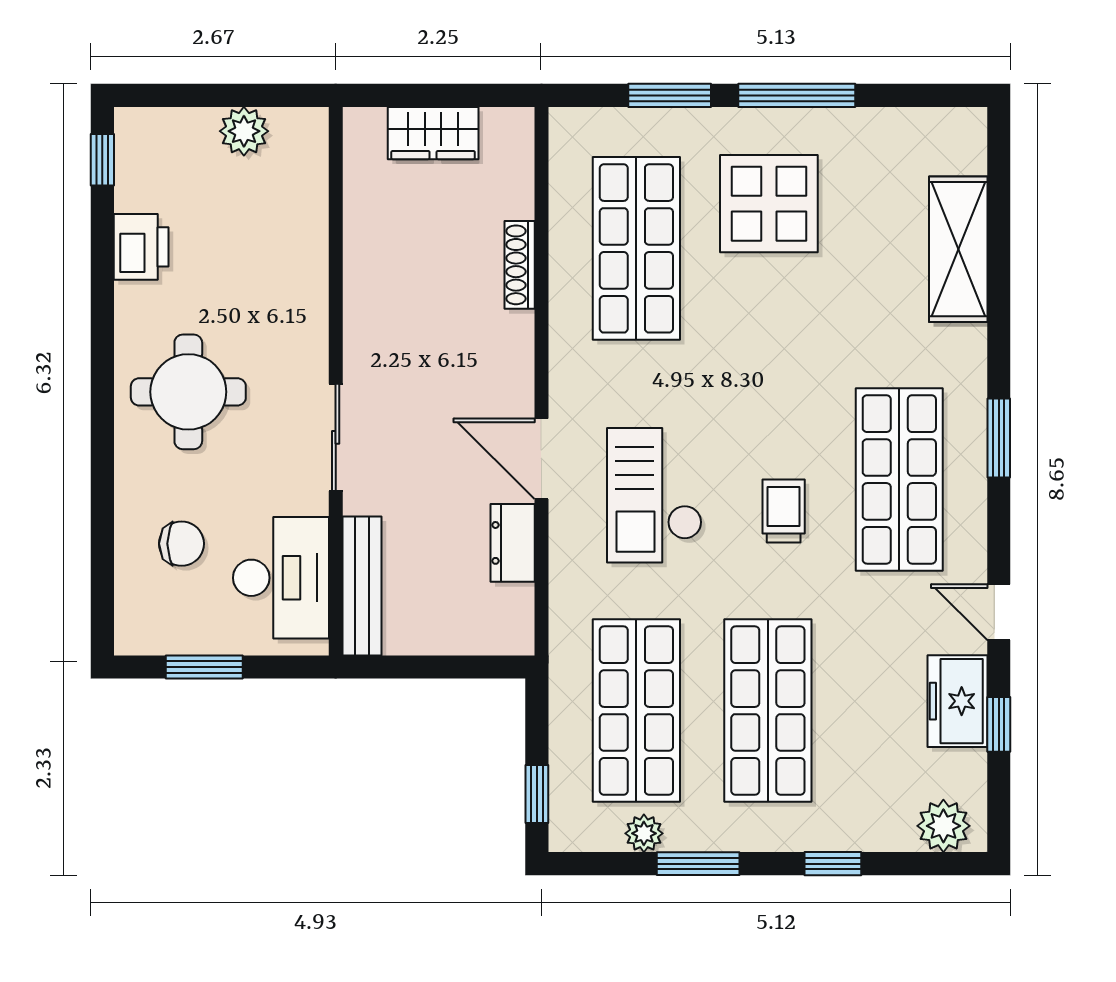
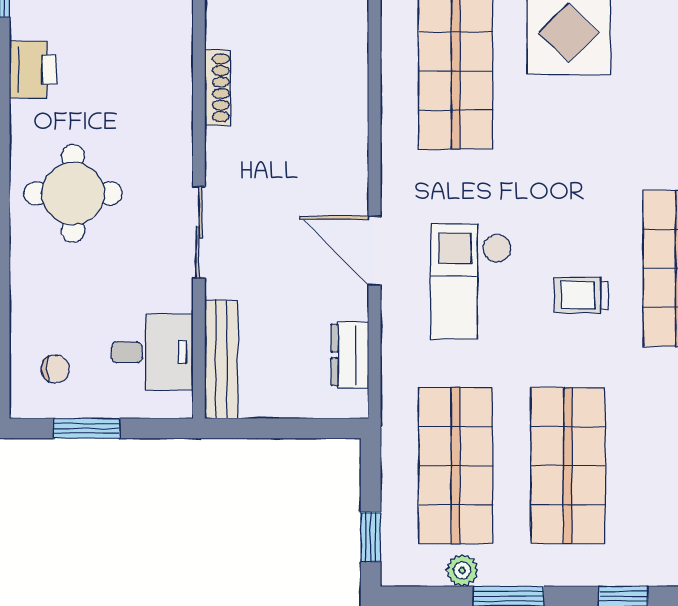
shoe rack: (520, 265) -> (218, 88), moved, turned 180
trolley: (784, 511) -> (581, 295), turned -90
dresser: (513, 543) -> (350, 355), moved
chair: (182, 544) -> (55, 369), moved, width x0.73, depth x0.73
desk: (281, 578) -> (152, 352), width x0.73

